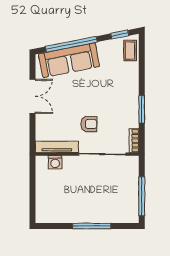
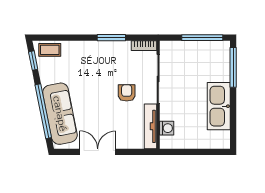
kitchen sink: (76, 212) -> (219, 106), added
window: (92, 226) -> (233, 67), moved

